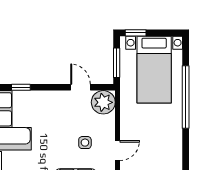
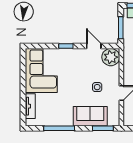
window: (21, 87) -> (66, 46), moved

